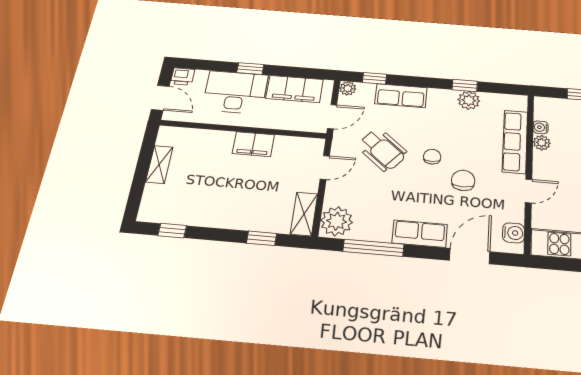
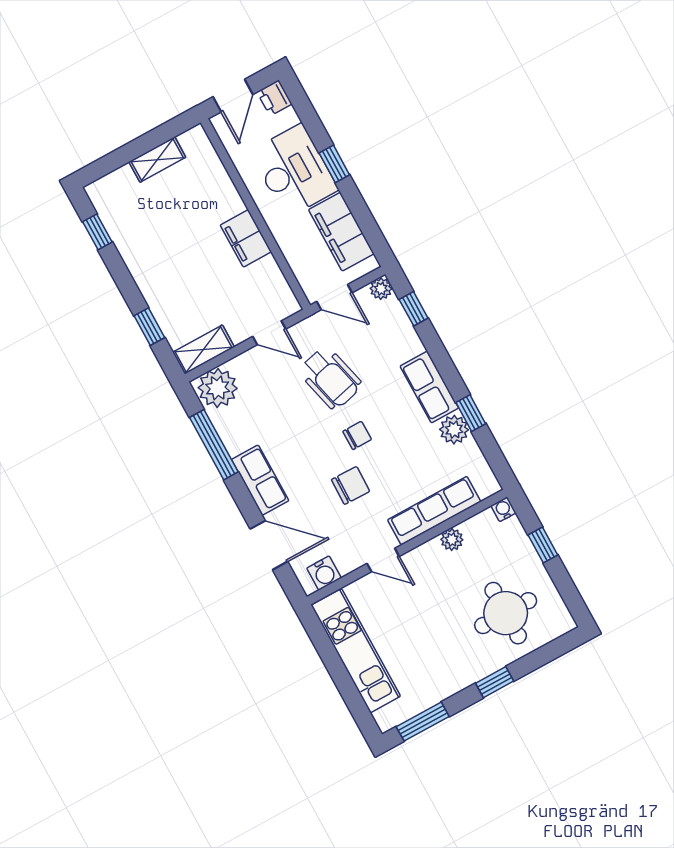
row of seats: (401, 96) -> (429, 387), moved
water cooler: (541, 127) -> (504, 509), moved
wheelchair: (382, 150) -> (330, 378), turned -54

